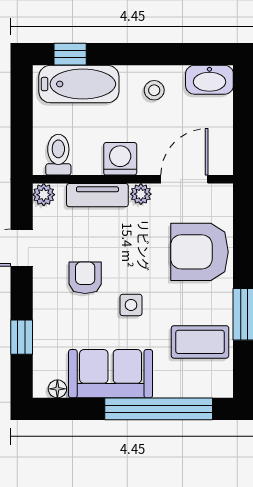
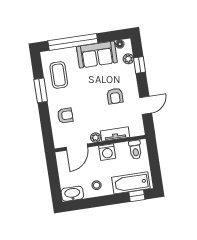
plant: (44, 195) -> (128, 59), moved
armchair: (199, 252) -> (65, 115), width x0.53, depth x0.53
side table: (131, 305) -> (92, 87), removed
coffee table: (200, 342) -> (59, 75), turned 90

